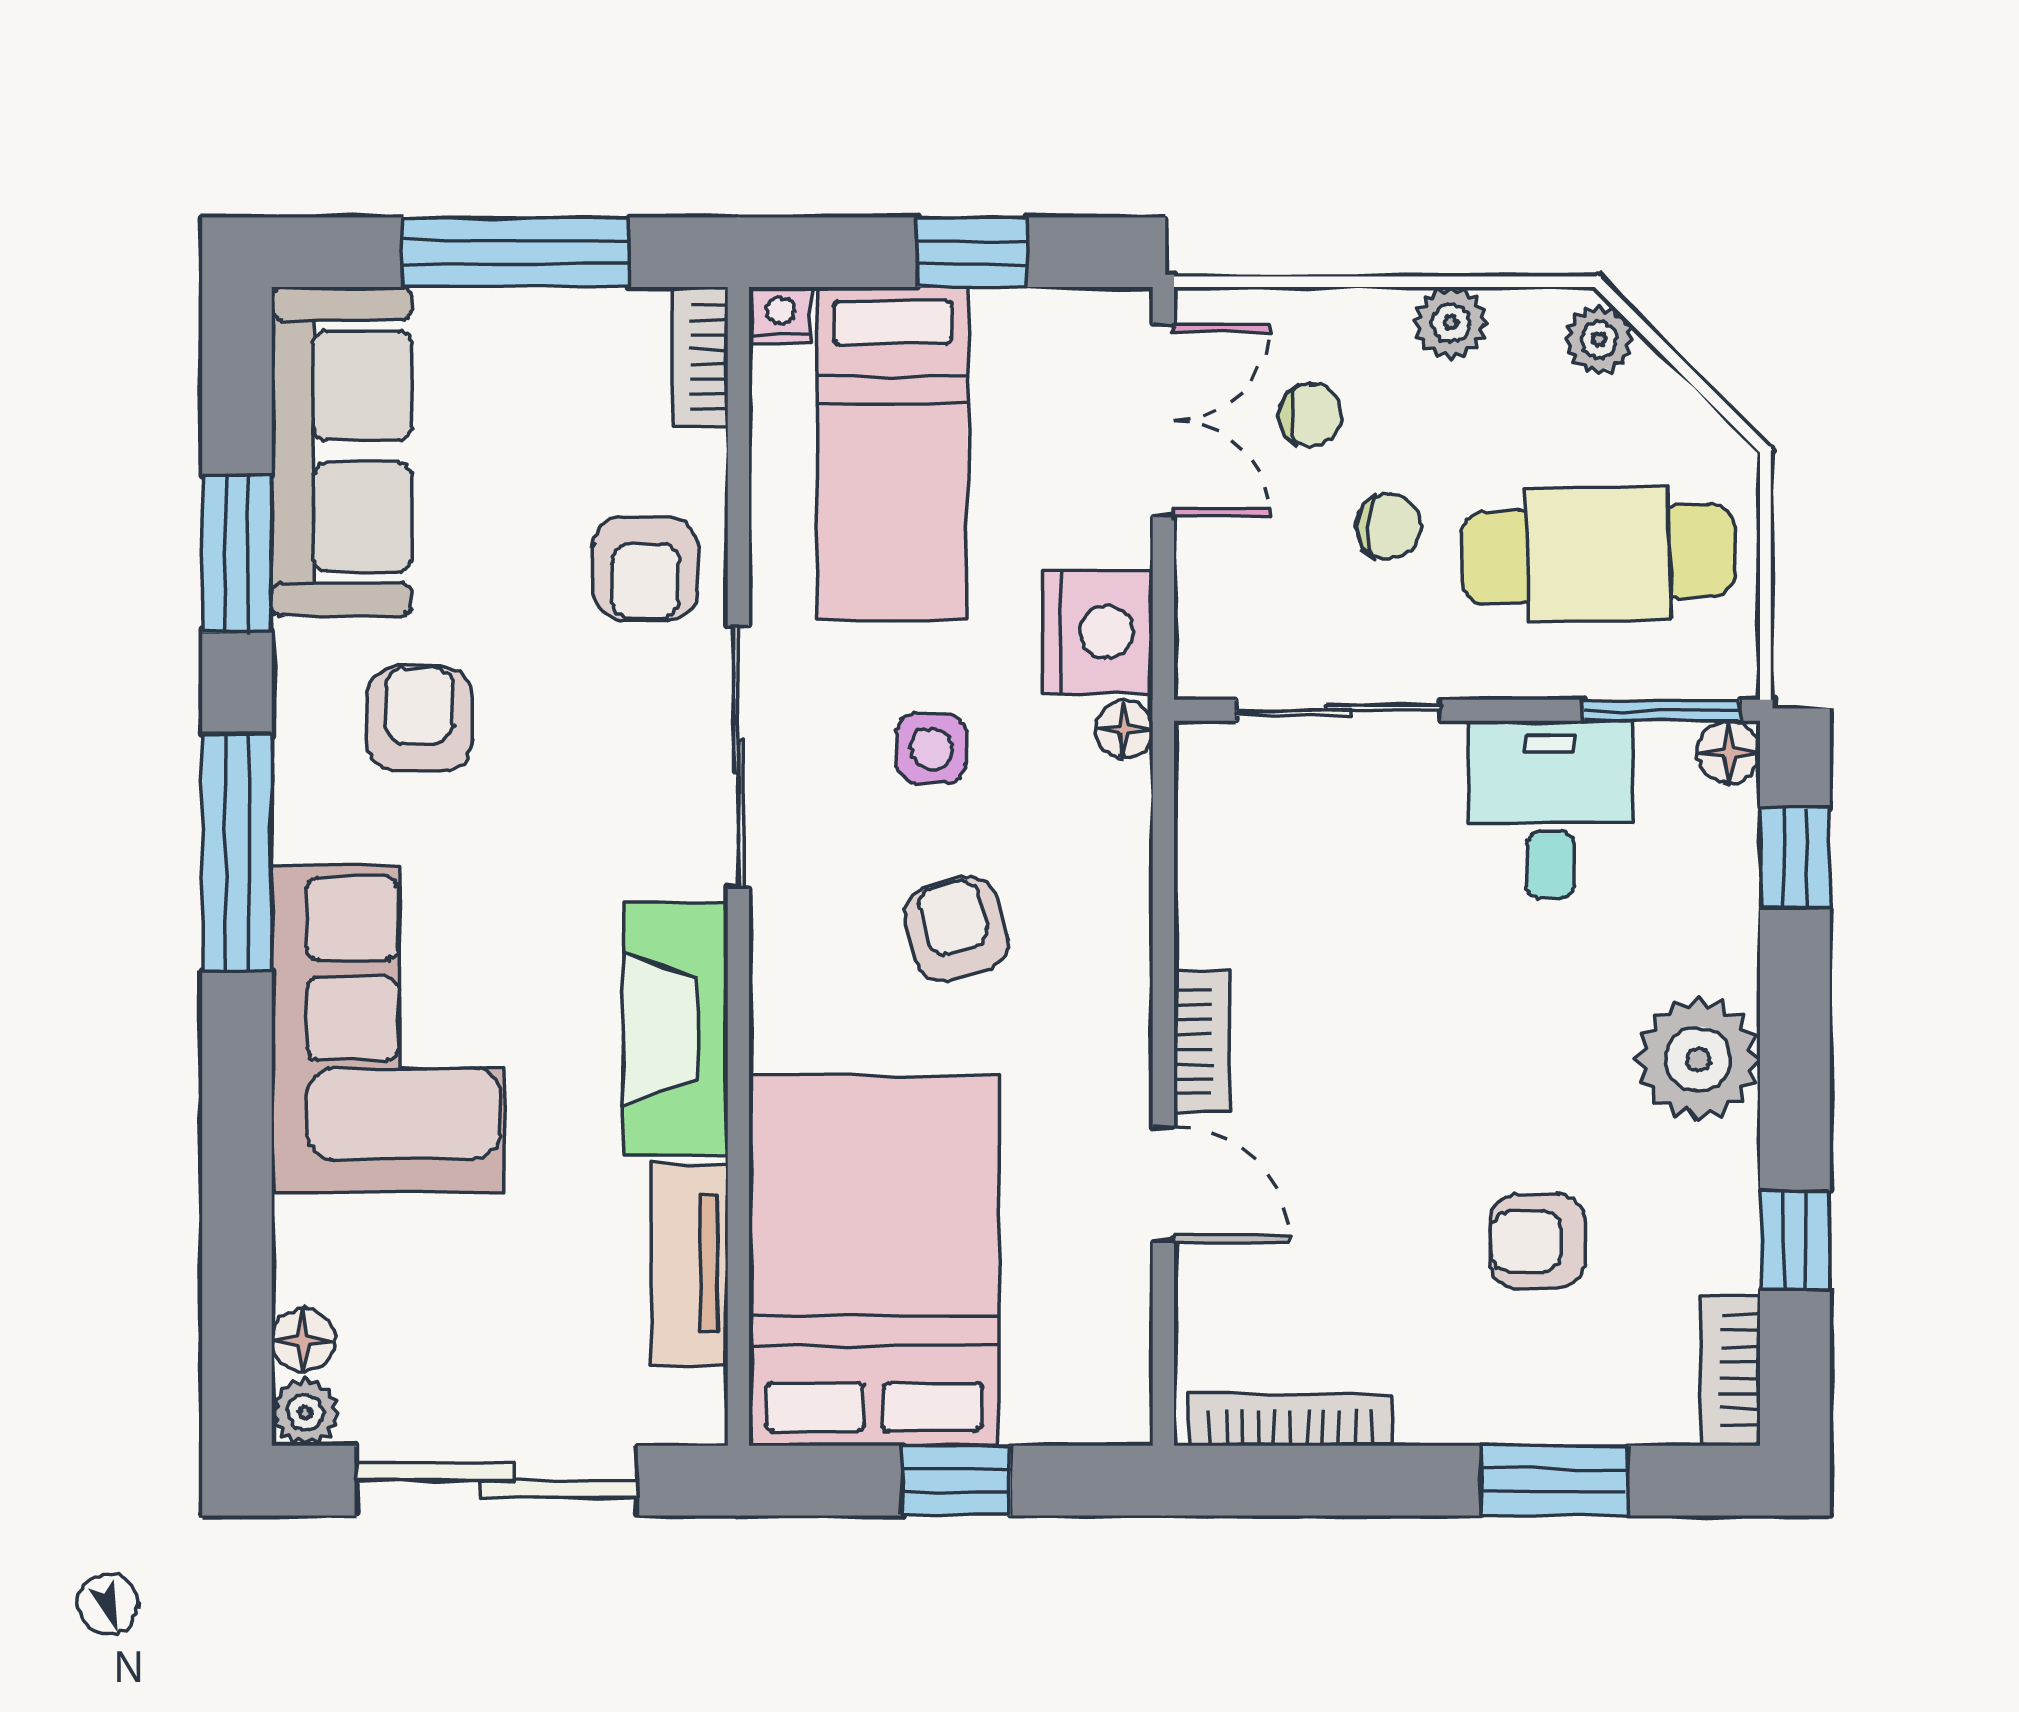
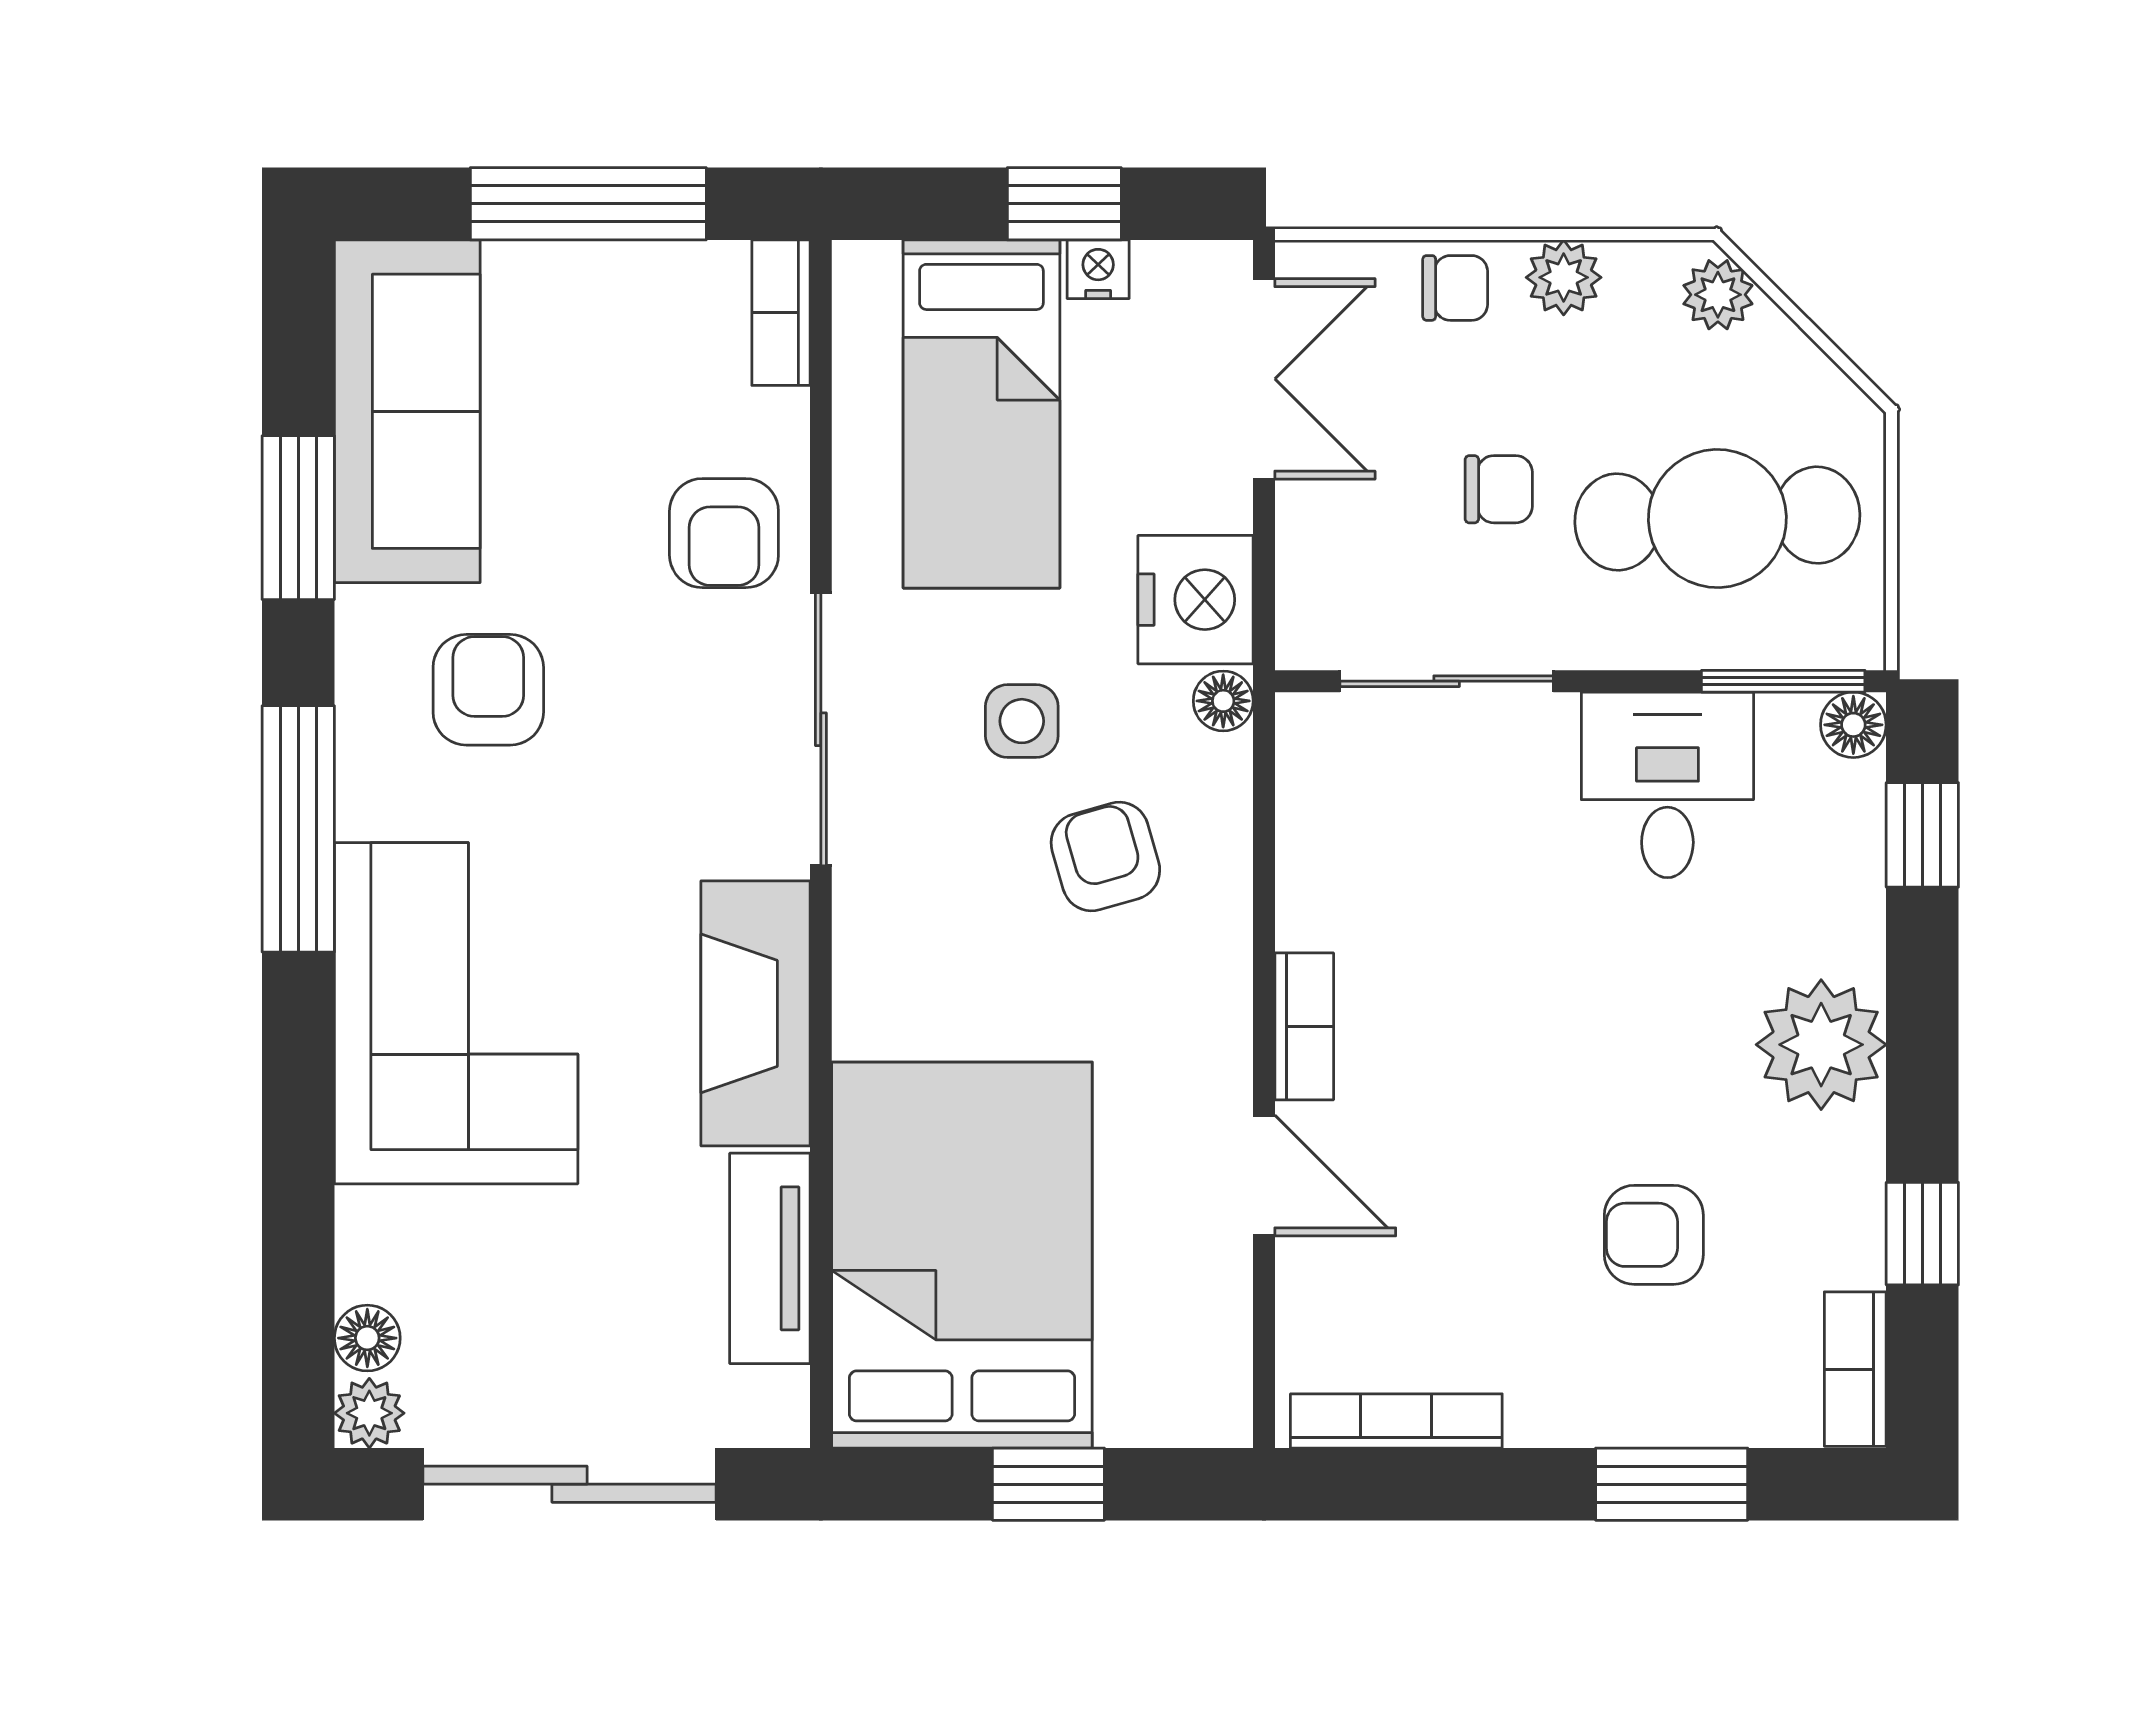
nightstand: (781, 315) -> (1098, 269), moved
chair: (1311, 415) -> (1455, 288), moved
armchair: (956, 929) -> (1105, 857), moved

